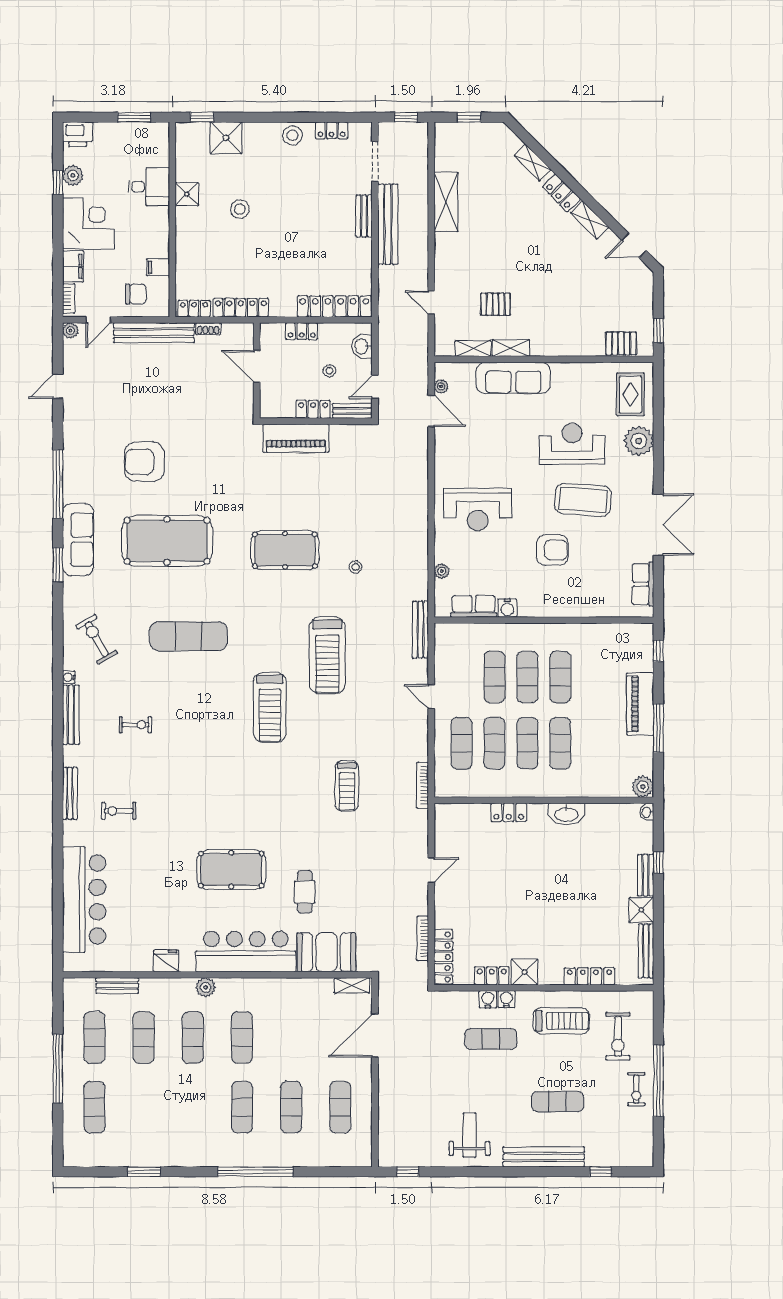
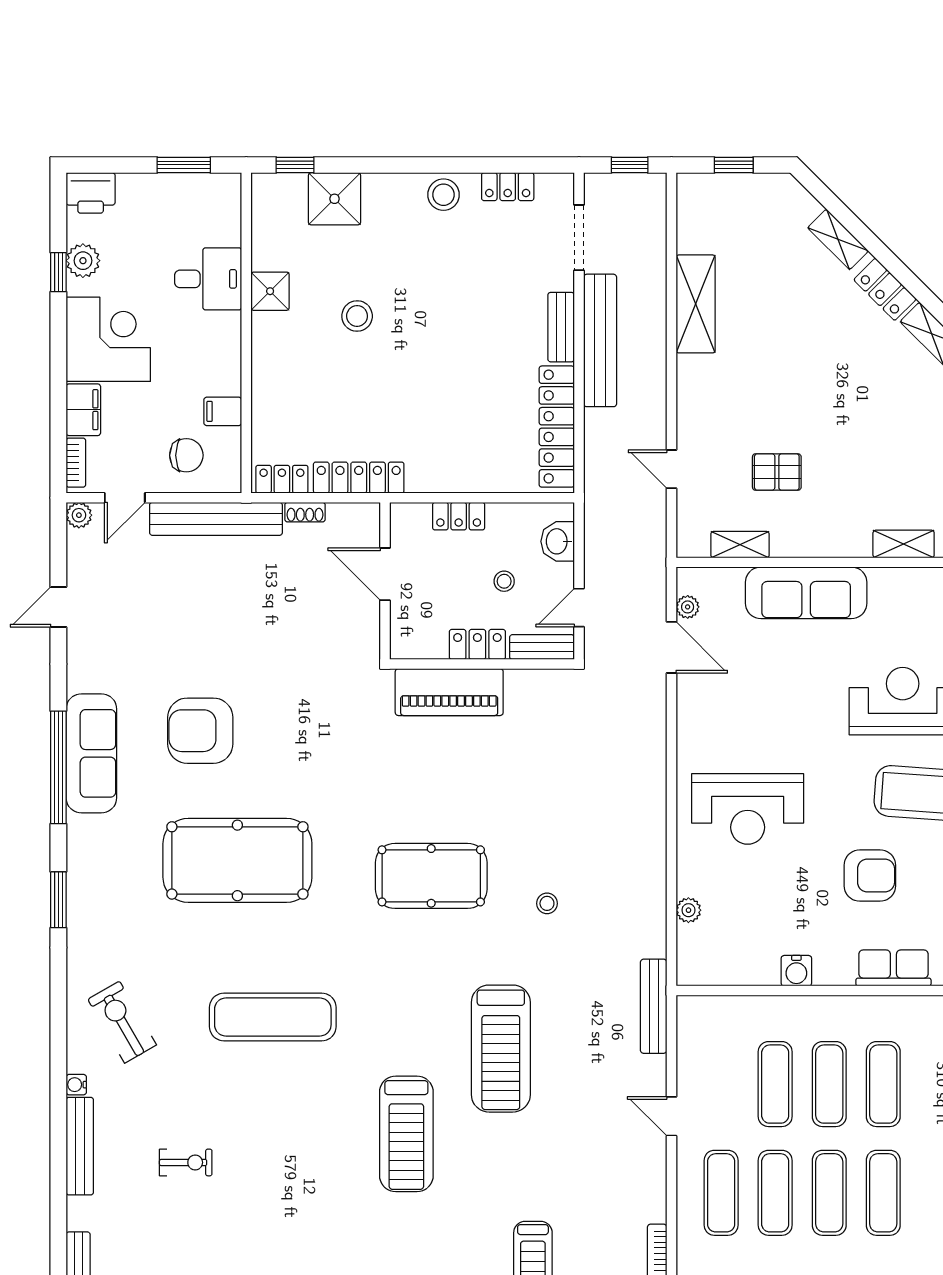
locker: (334, 306) -> (557, 427), moved, turned -90
shelving: (511, 348) -> (904, 544), moved
sofa: (78, 540) -> (91, 753), moved
row of seats: (474, 606) -> (893, 968), moved

